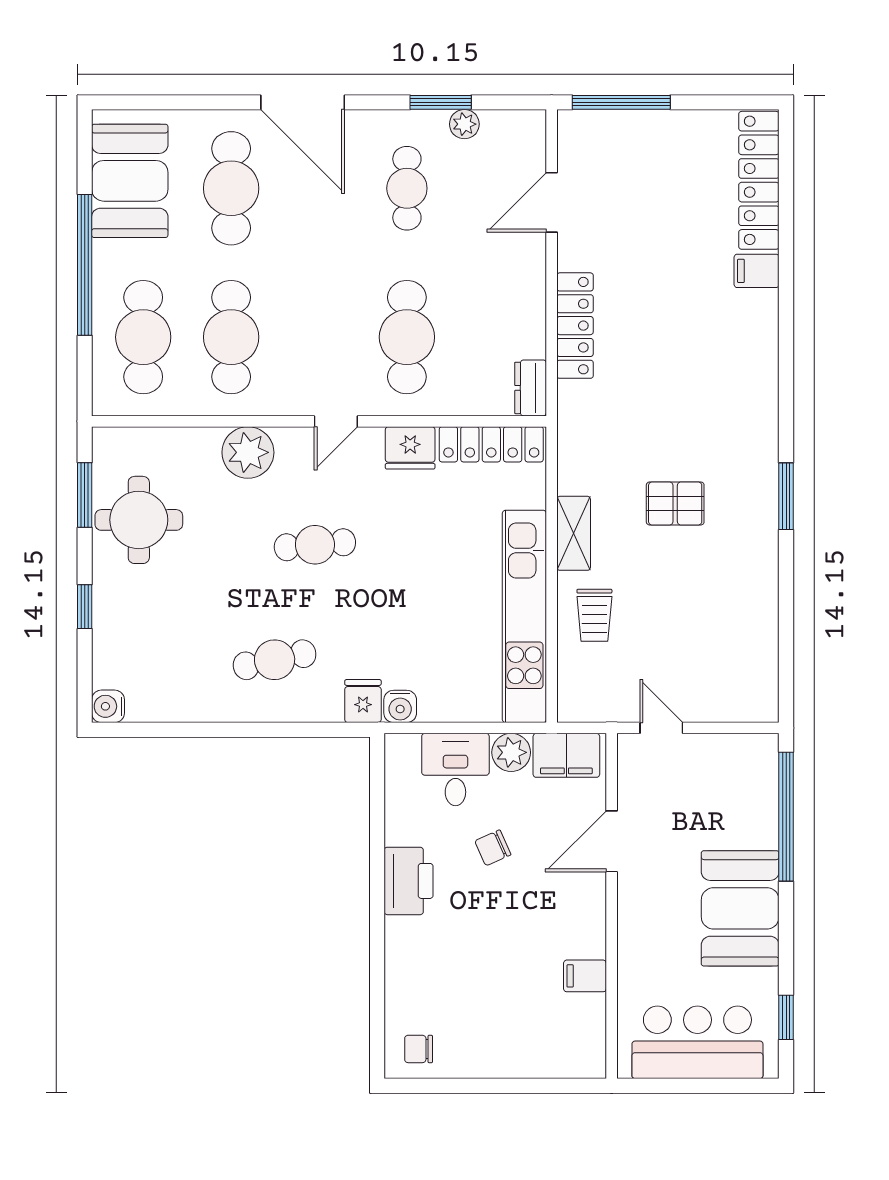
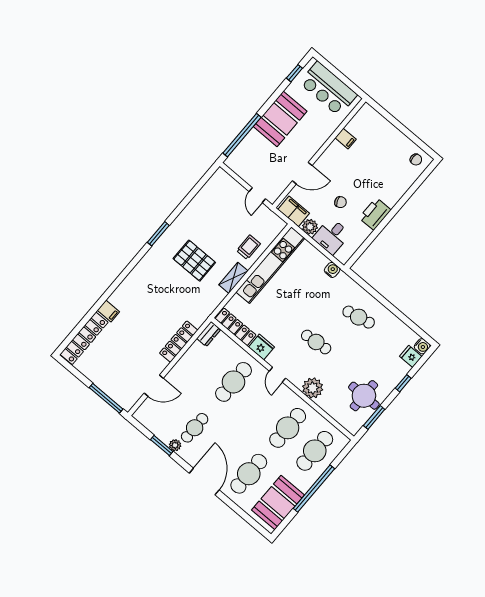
plant: (464, 124) -> (175, 445), moved
door: (336, 421) -> (277, 375), swing flipped
pallet: (675, 503) -> (194, 261), width x1.50, depth x1.42
fridge: (363, 701) -> (411, 356), moved, turned 90

